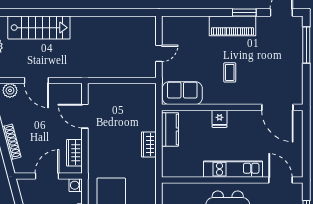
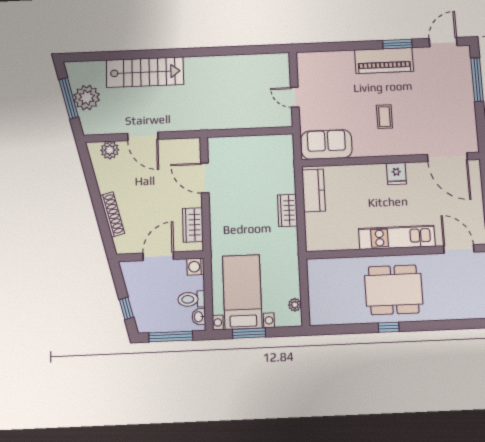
door: (159, 53) -> (295, 97), swing flipped
fridge: (219, 119) -> (396, 174), moved

